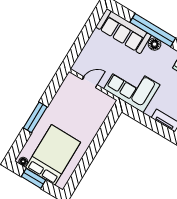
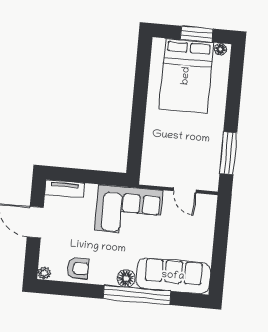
door: (90, 82) -> (185, 190), hinge flipped
window: (35, 117) -> (228, 153), moved

